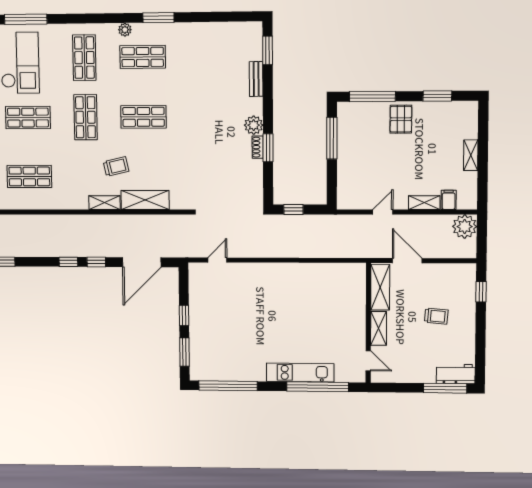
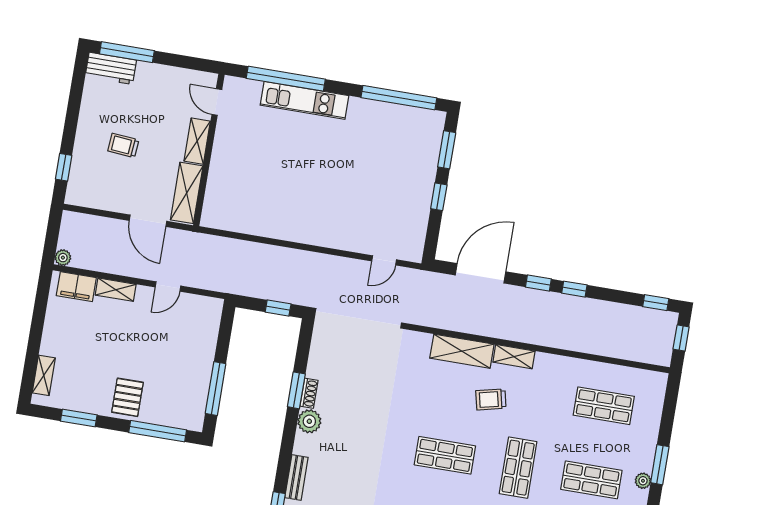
shelving: (471, 155) -> (44, 375), moved
filing cabinet: (449, 200) -> (76, 287), width x2.00
plant: (465, 227) -> (63, 258), width x0.53, depth x0.53

